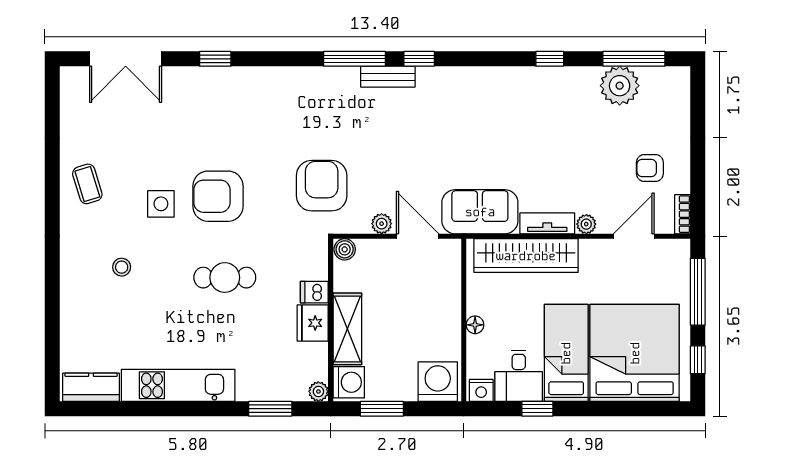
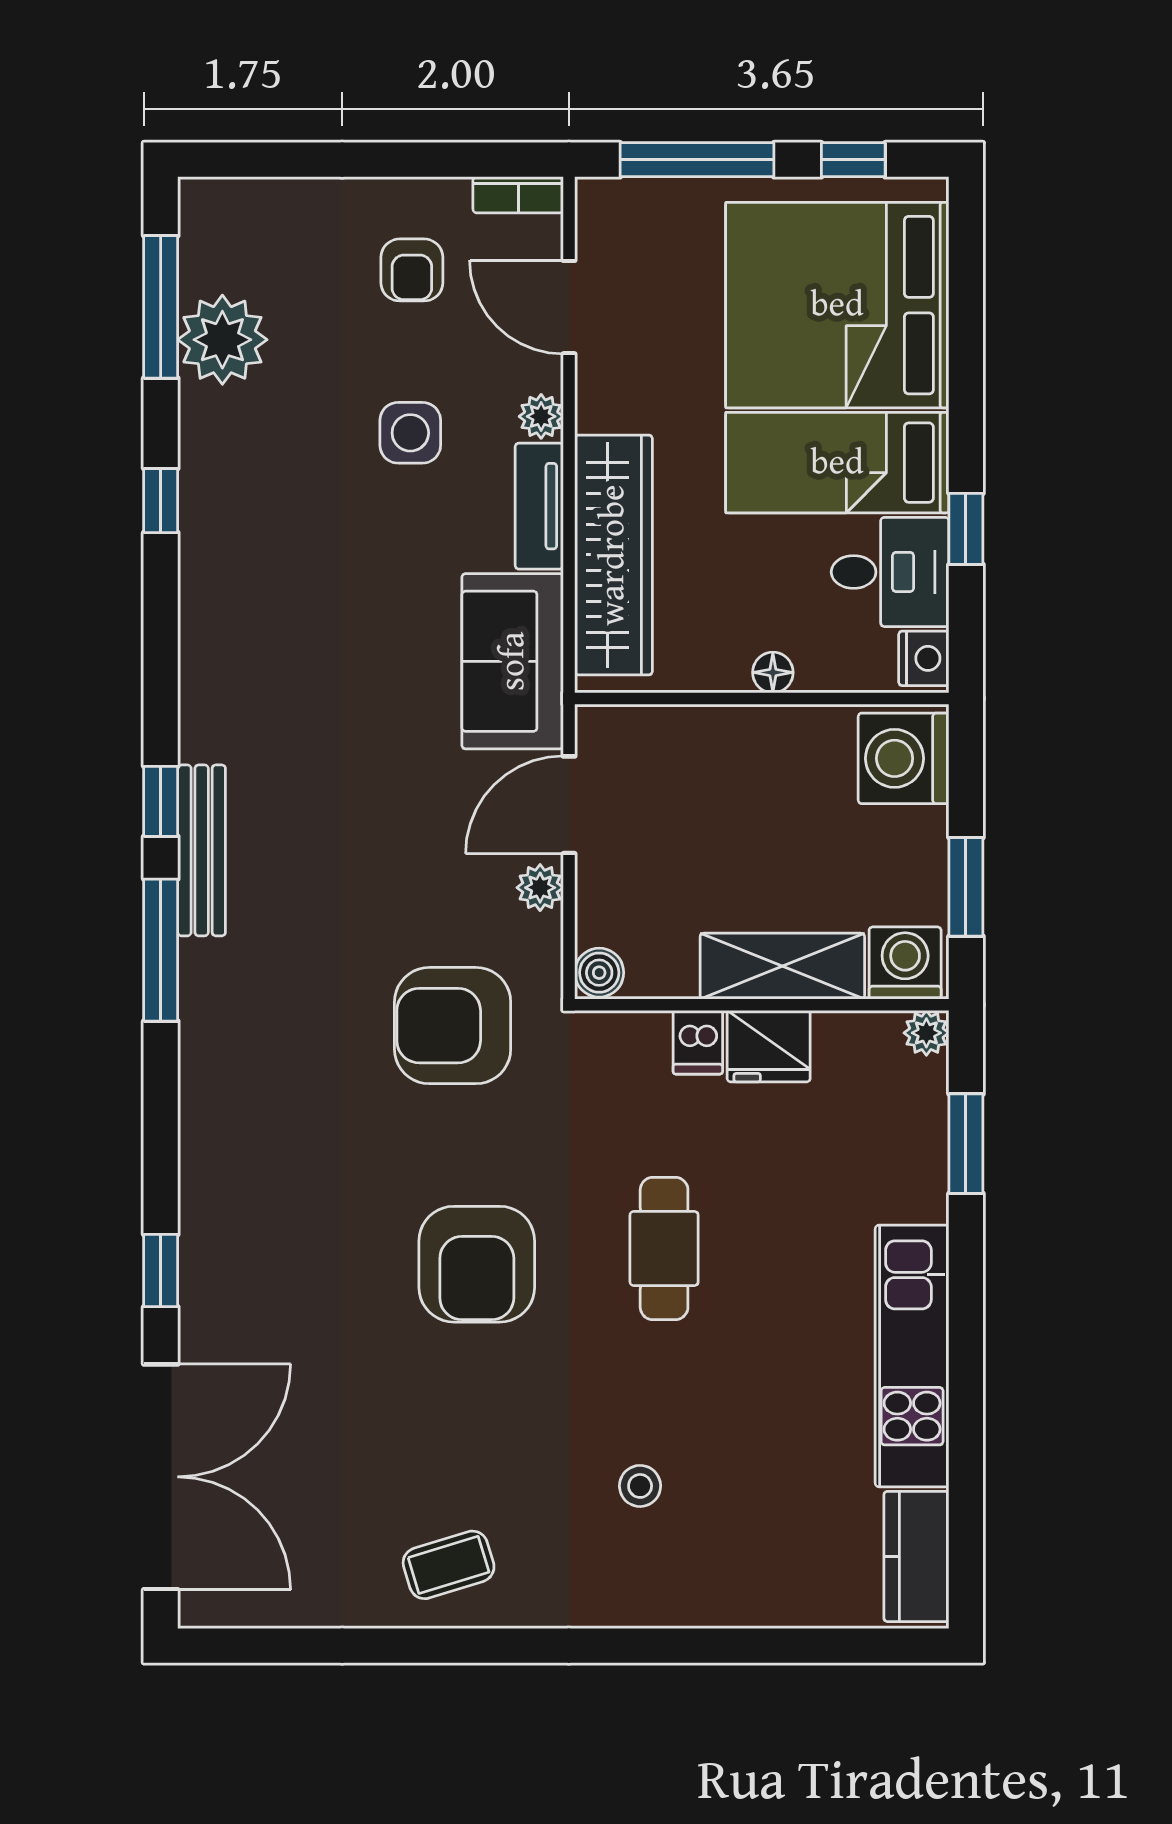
double door: (126, 59) -> (161, 1477), width x1.36
bench: (388, 77) -> (202, 850), width x1.36
side table: (161, 204) -> (410, 433), moved

